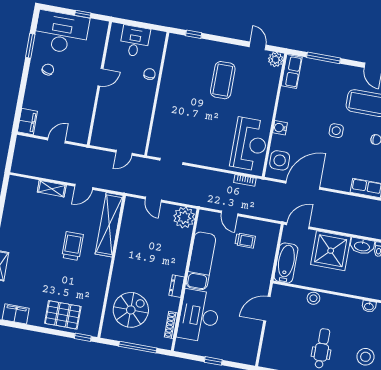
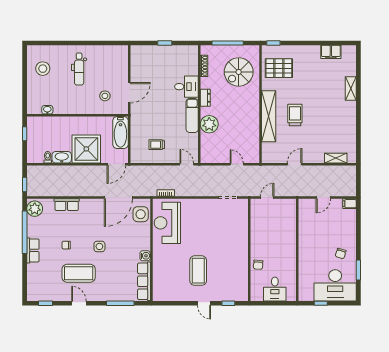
door: (258, 46) -> (204, 303), moved
plant: (276, 59) -> (159, 295), removed
row of seats: (292, 72) -> (144, 281), width x1.48
door: (100, 77) -> (297, 255), removed
filing cabinet: (27, 122) -> (350, 204), width x0.50
water cooler: (280, 128) -> (145, 256), moved
shelving: (52, 189) -> (336, 158), moved
door: (230, 213) -> (187, 164), moved
plant: (184, 217) -> (209, 124), moved
shelving: (109, 225) -> (269, 116), moved
trolley: (73, 246) -> (295, 115), turned 180
exam couch: (201, 261) -> (192, 116), width x0.73, depth x0.69
stool: (313, 298) -> (105, 96), moved
pallet: (63, 315) -> (279, 68), moved
desk: (199, 316) -> (186, 87), width x0.53, depth x0.77

